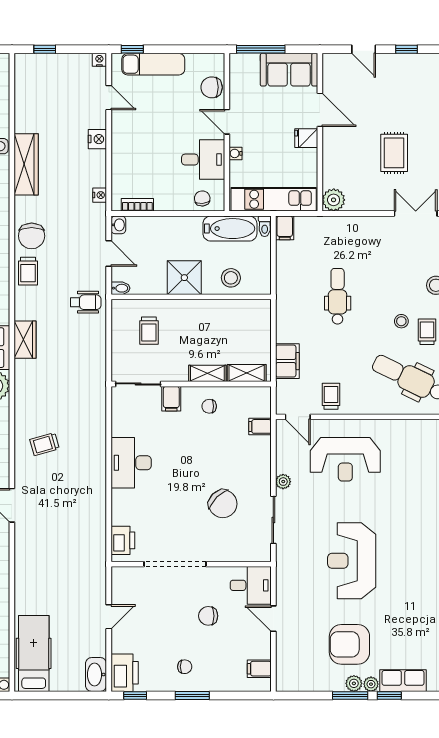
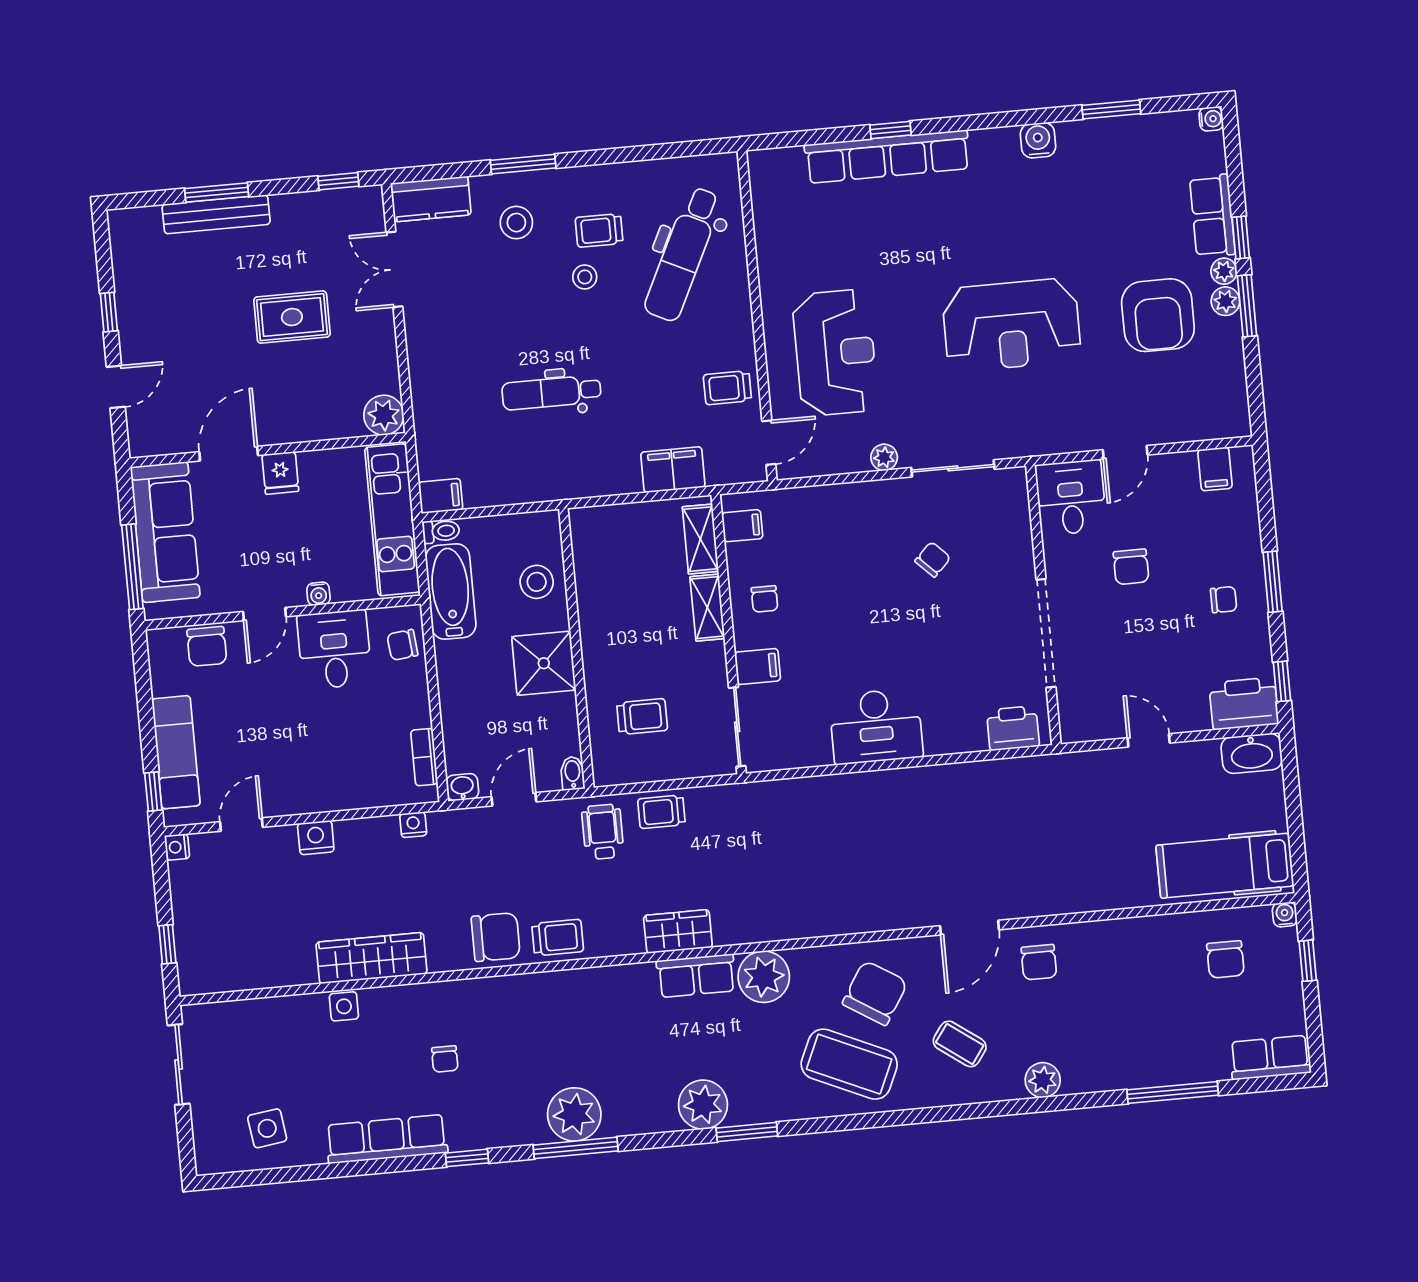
sofa: (289, 70) -> (165, 532), width x1.36
filing cabinet: (260, 426) -> (742, 526), moved, turned -90
trolley: (45, 444) -> (661, 812), moved, turned 106
chair: (223, 504) -> (933, 559), width x0.54, depth x0.54
chair: (185, 667) -> (1224, 600), turned 90

